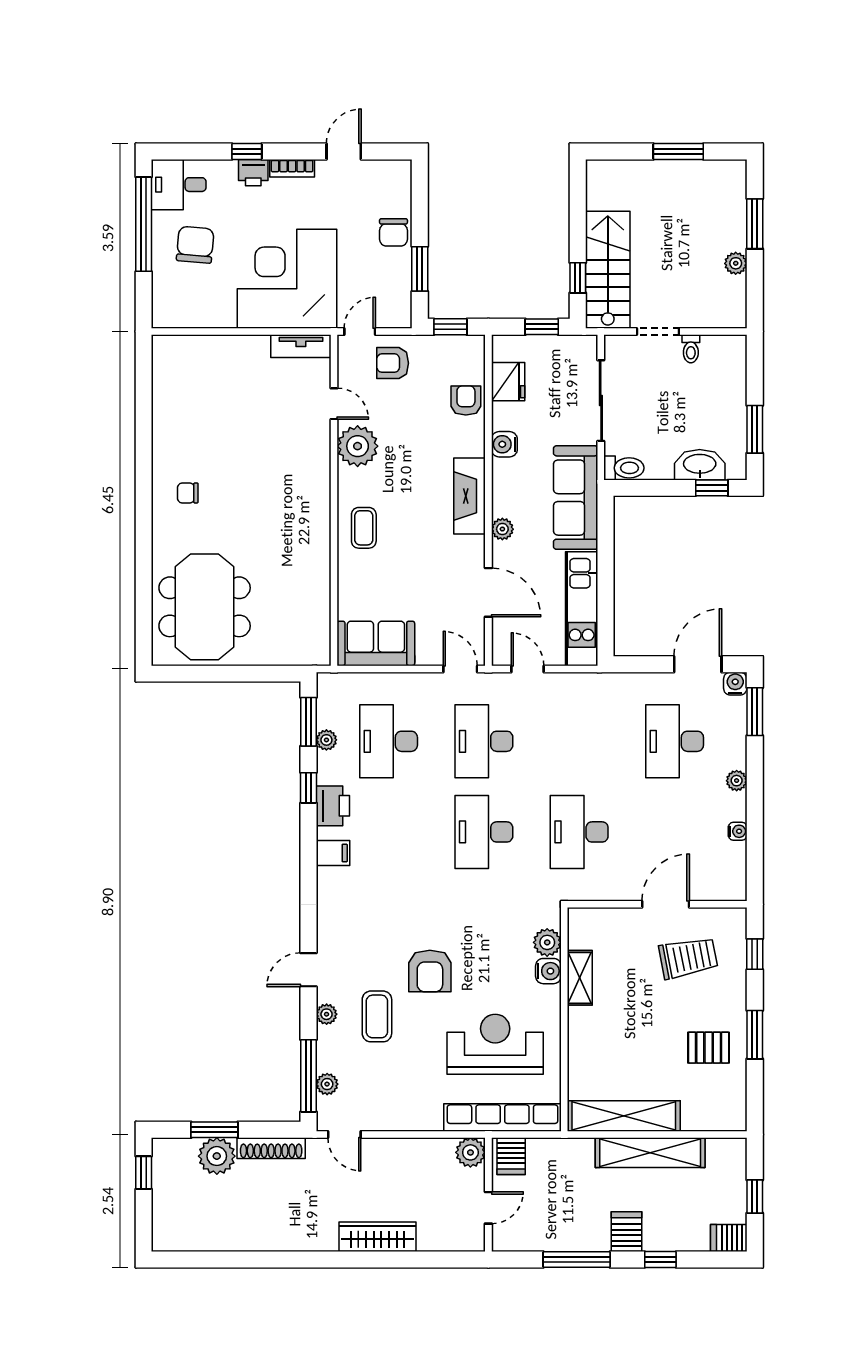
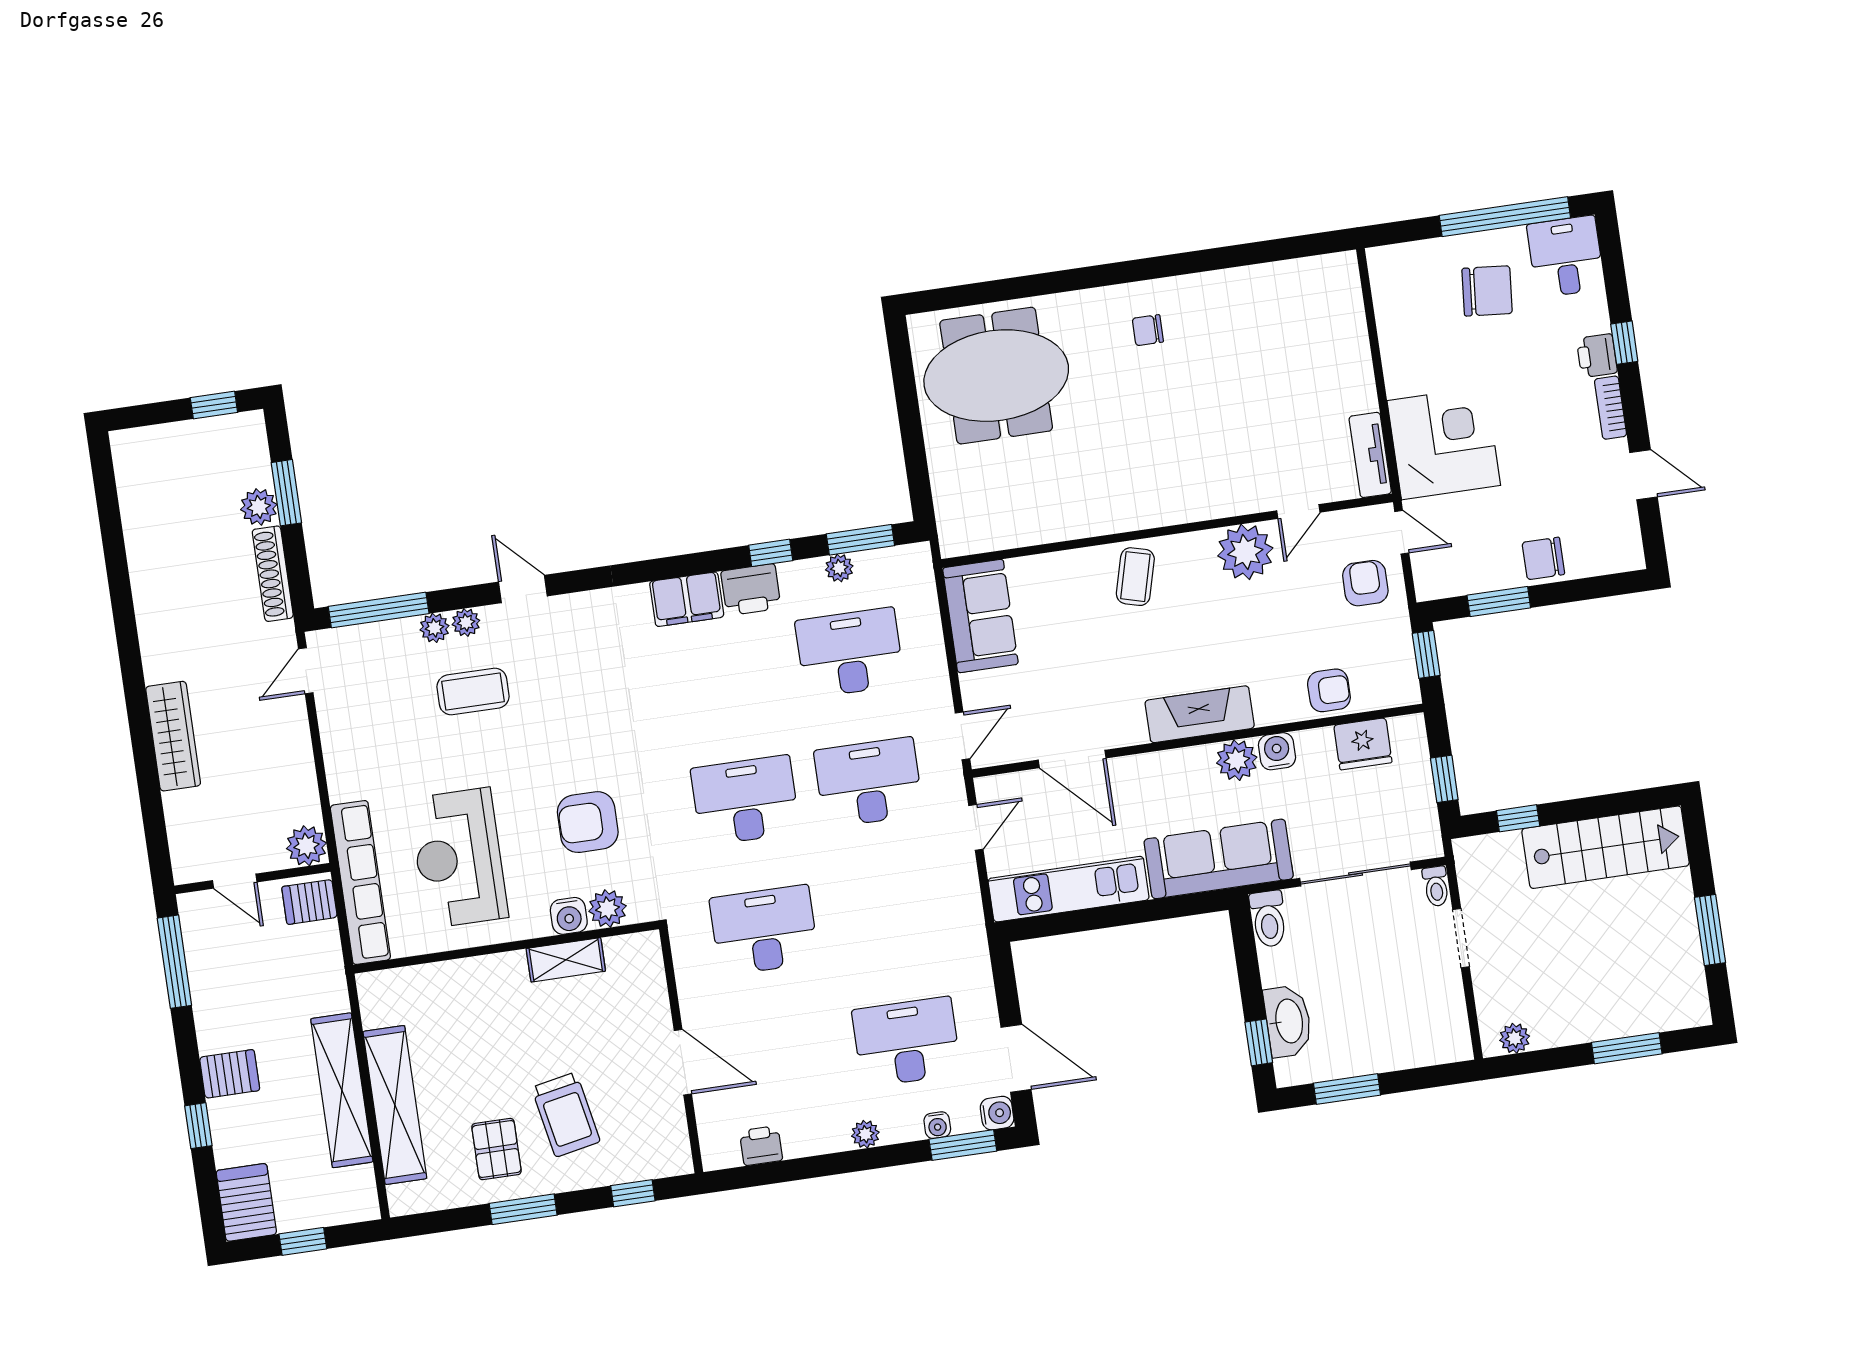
plant: (736, 263) -> (1515, 1038), moved
stairs: (608, 270) -> (1606, 847), moved
corner desk: (287, 279) -> (1444, 443), width x0.74, depth x0.74
toilet: (691, 349) -> (1436, 886), moved, turned -90
chair: (188, 493) -> (1148, 330), turned -90
coffee table: (364, 528) -> (1135, 577), turned -75
plant: (502, 529) -> (1237, 760), moved, width x1.38, depth x1.38
door: (488, 592) -> (1072, 759), hinge flipped
water cooler: (738, 831) -> (937, 1125), moved
filing cabinet: (333, 853) -> (687, 599), width x2.00
printer: (734, 857) -> (761, 1146), added
trolley: (688, 958) -> (566, 1115), moved
armchair: (430, 971) -> (588, 822), moved
reception desk: (495, 1044) -> (459, 858), turned 180
plant: (327, 1084) -> (435, 628), moved
shelving: (624, 1116) -> (395, 1105), moved
plant: (217, 1156) -> (259, 507), width x0.73, depth x0.73
server rack: (729, 1238) -> (246, 1202), width x1.36, depth x1.44
window: (577, 1260) -> (174, 962), moved

